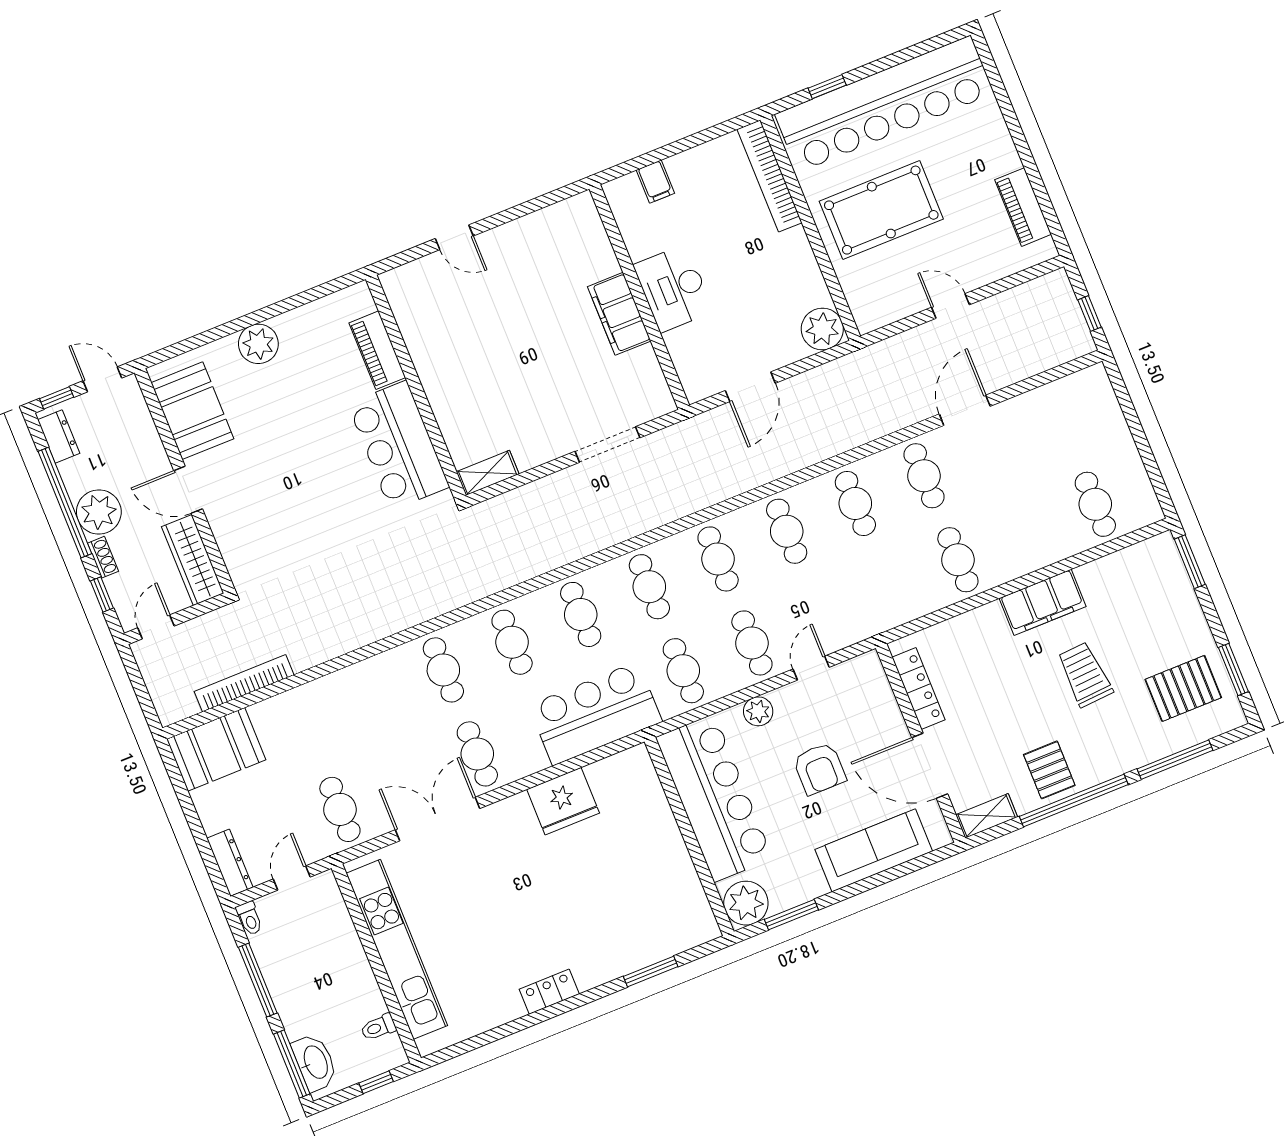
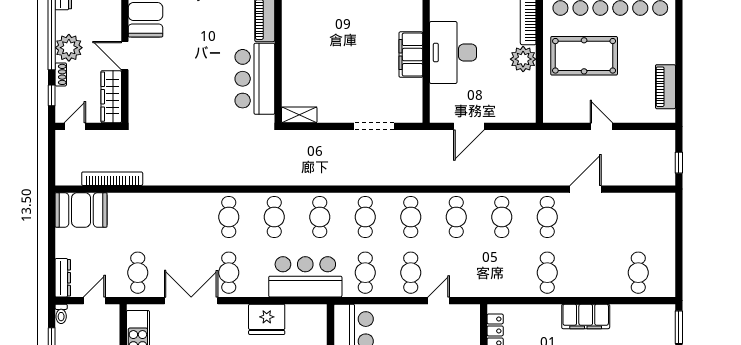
desk: (673, 288) -> (453, 53), width x1.36, depth x1.30
plant: (822, 329) -> (523, 59), moved
plant: (758, 711) -> (399, 313), removed

